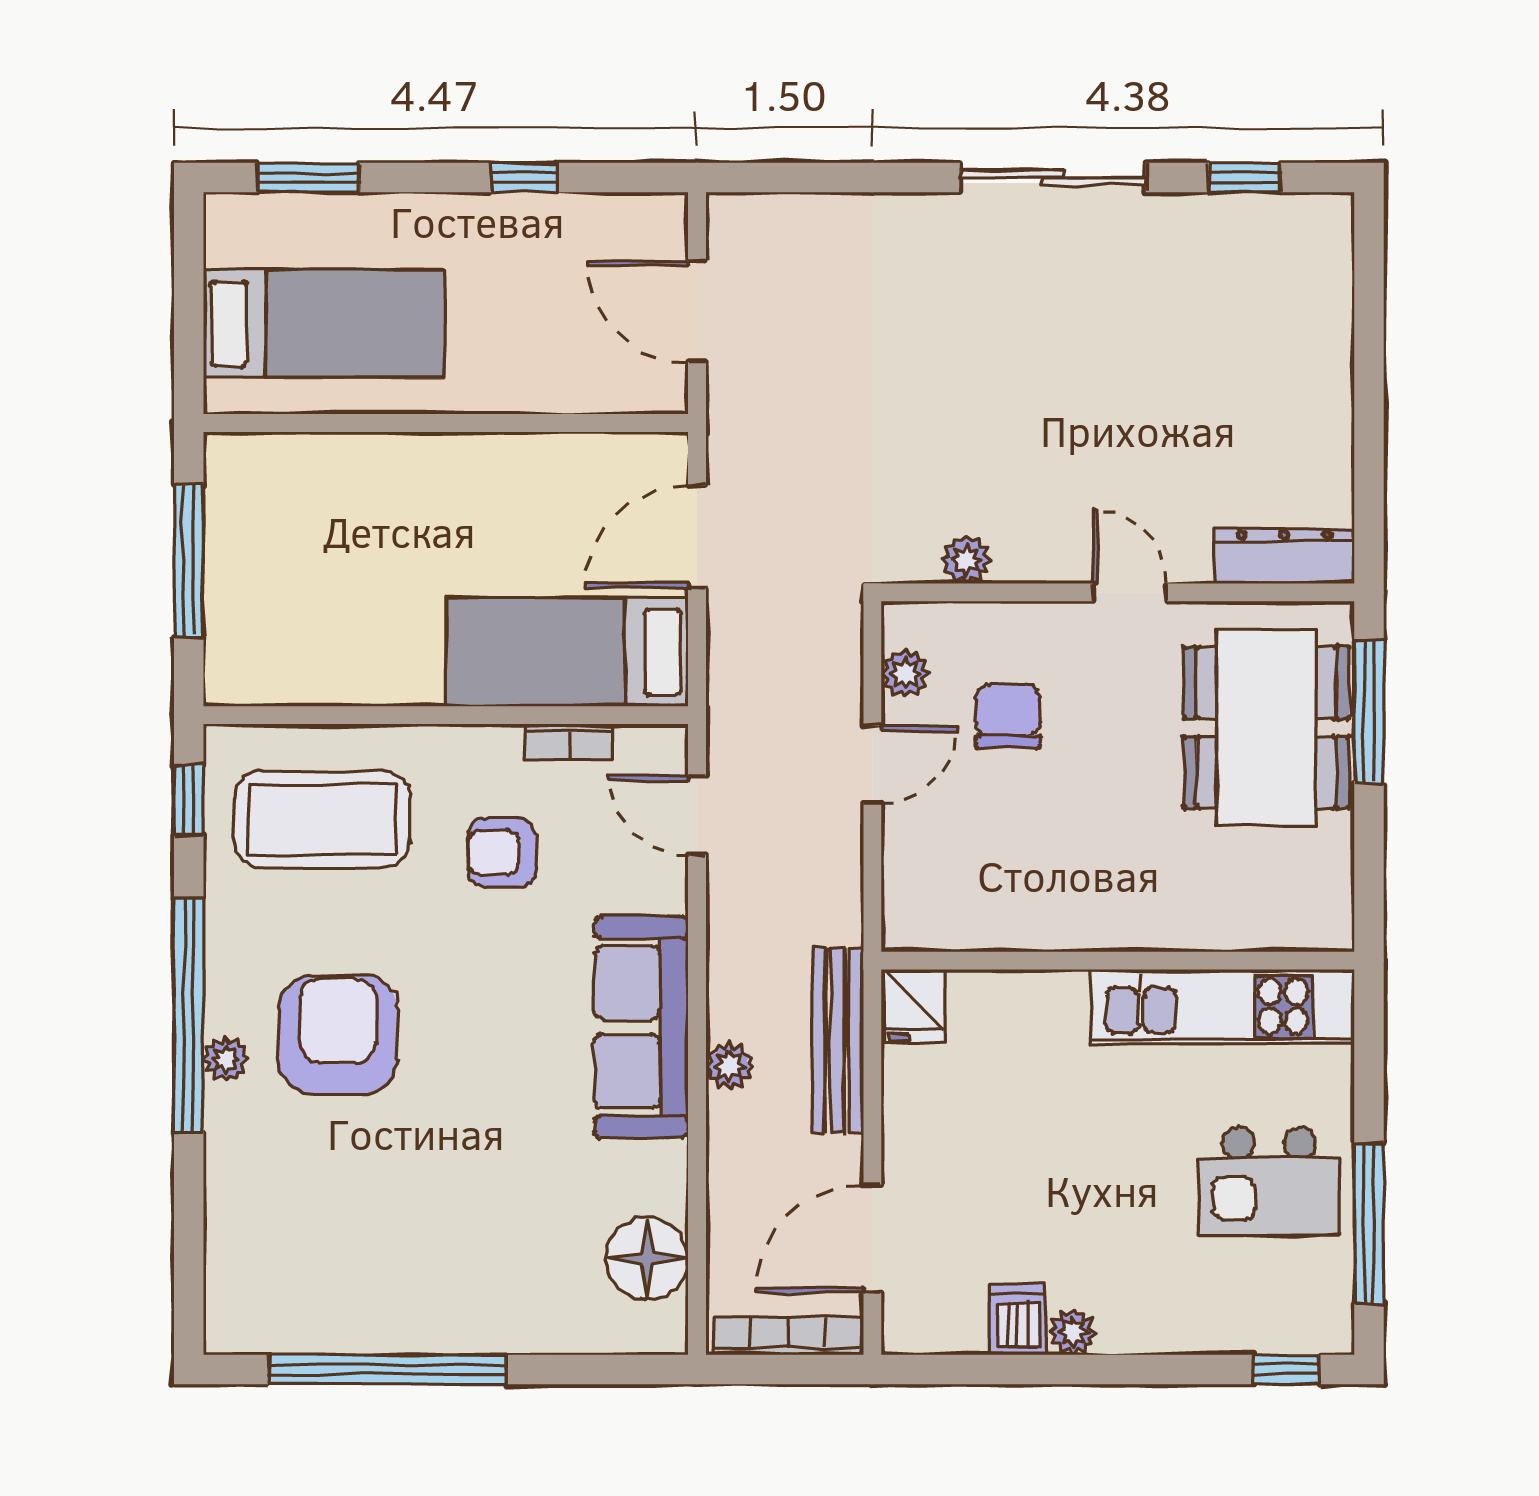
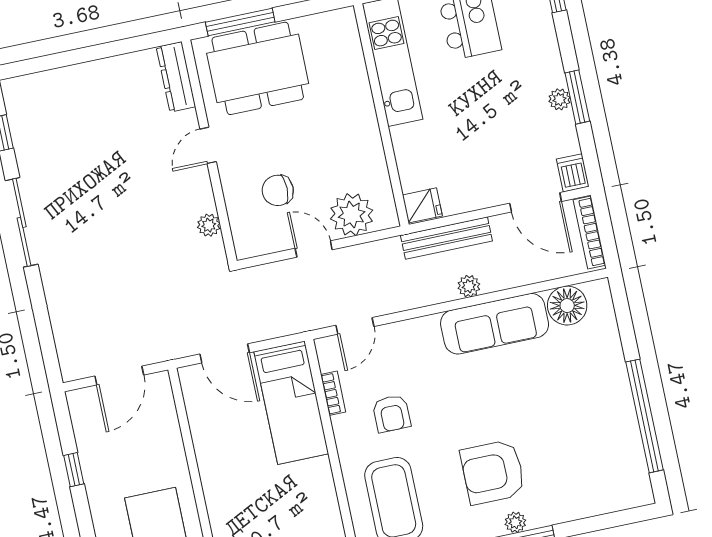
plant: (905, 674) -> (352, 215), moved, width x1.88, depth x1.88
sofa: (641, 1027) -> (495, 324), moved
dishwasher: (1018, 1320) -> (573, 173), moved, turned 90
window: (1070, 1370) -> (577, 97), added

